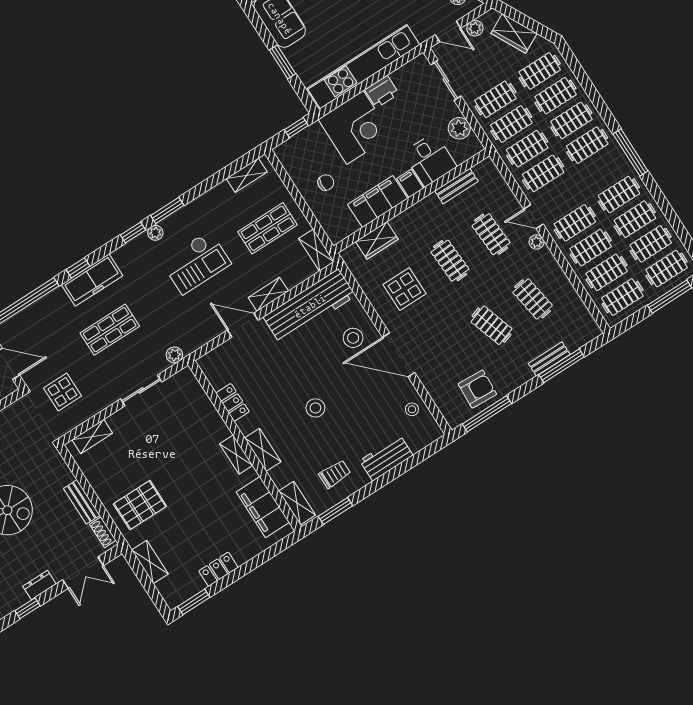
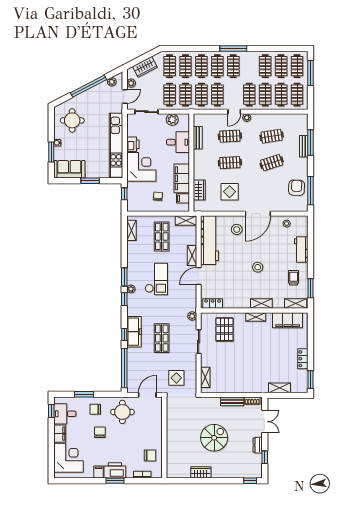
filing cabinet: (410, 183) -> (183, 198), moved
clothes rail: (619, 195) -> (233, 66), moved
locker: (232, 402) -> (213, 303), moved
pallet: (140, 505) -> (224, 329), moved

